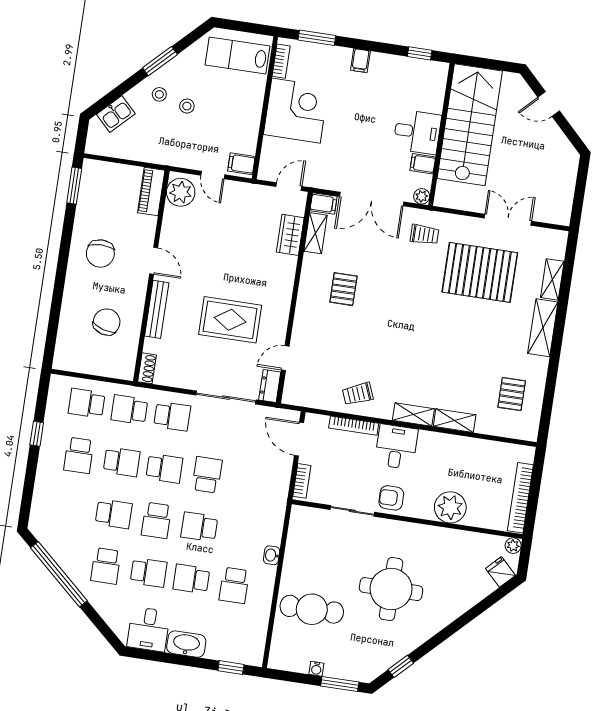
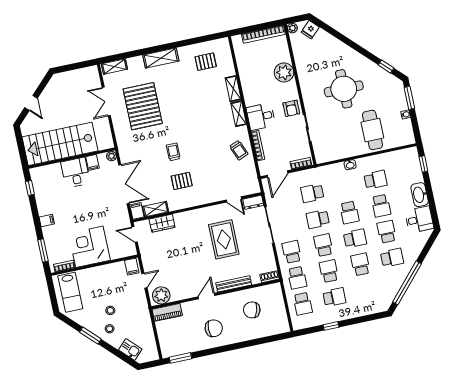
trolley: (425, 235) -> (173, 152), moved
shelving: (552, 279) -> (114, 67), moved
school desk: (250, 481) -> (312, 193), added

